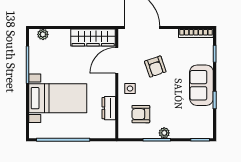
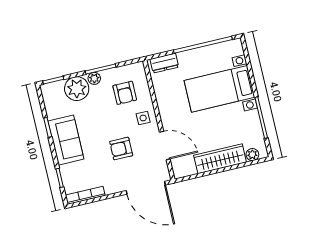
wardrobe: (93, 37) -> (220, 159), moved
door: (117, 60) -> (165, 145), hinge flipped
armchair: (155, 67) -> (121, 149), turned -71
dresser: (109, 108) -> (164, 63), moved, turned 90
armchair: (141, 114) -> (125, 93), turned 90
plant: (182, 128) -> (77, 89), added

